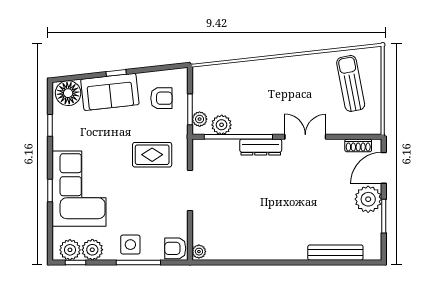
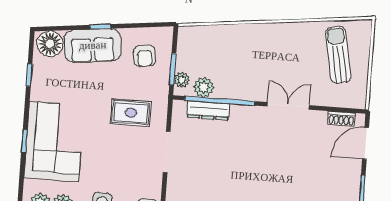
armchair: (161, 98) -> (145, 56), turned 81
dresser: (261, 147) -> (208, 110), moved
plant: (368, 199) -> (347, 174), removed

